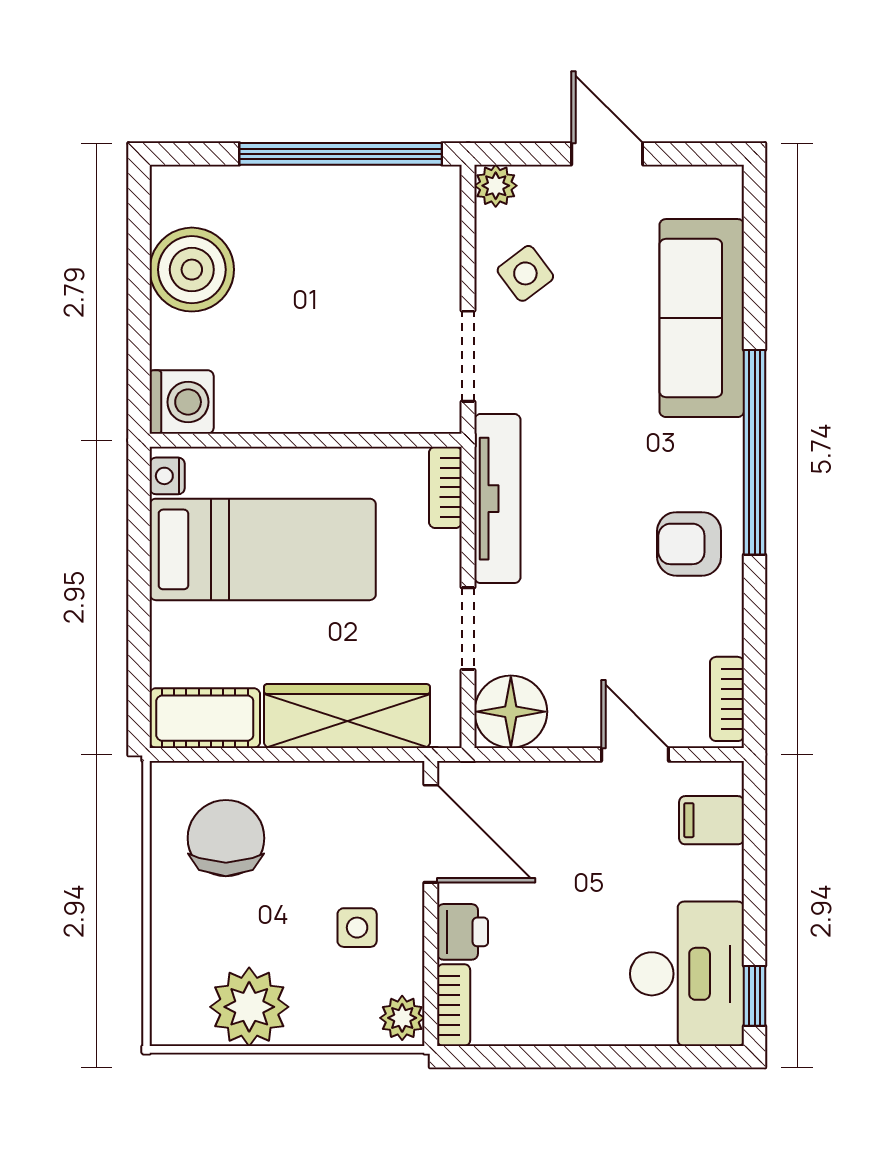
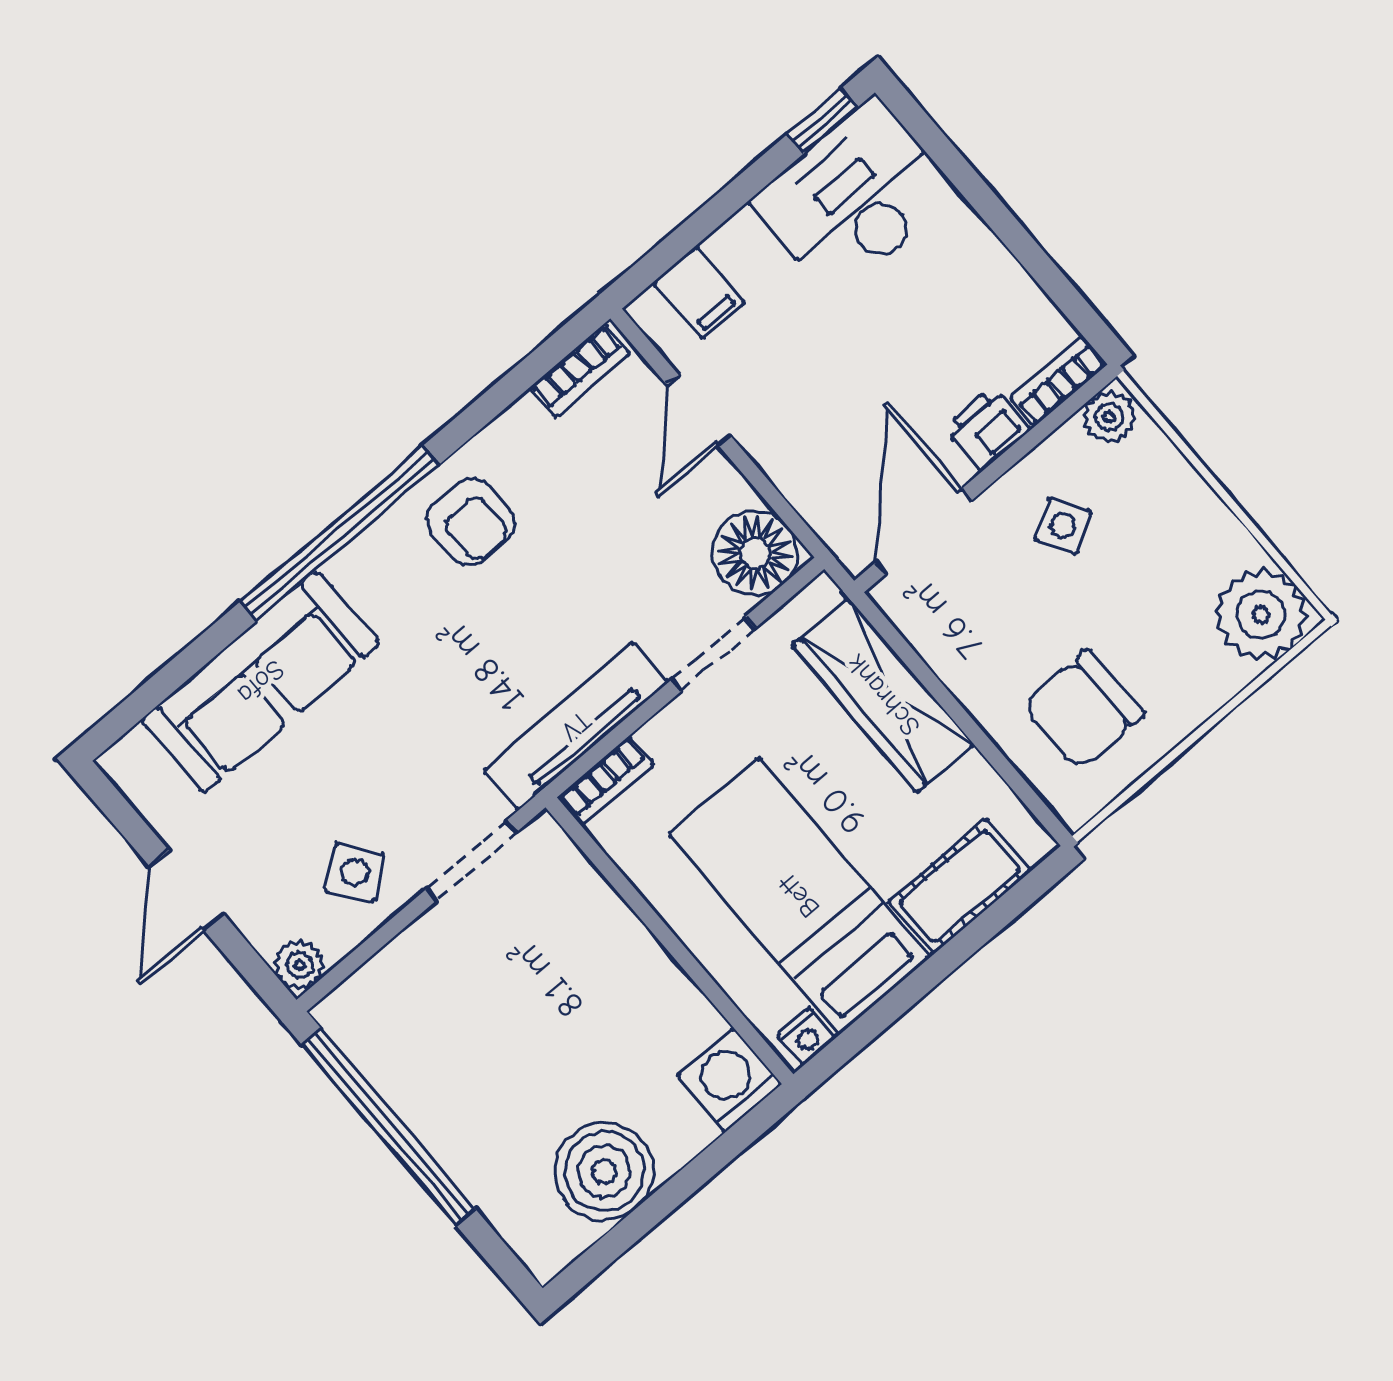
cot: (205, 718) -> (960, 886), moved, turned 90
side table: (357, 928) -> (1063, 526), turned -31
plant: (249, 1007) -> (1261, 615), moved

